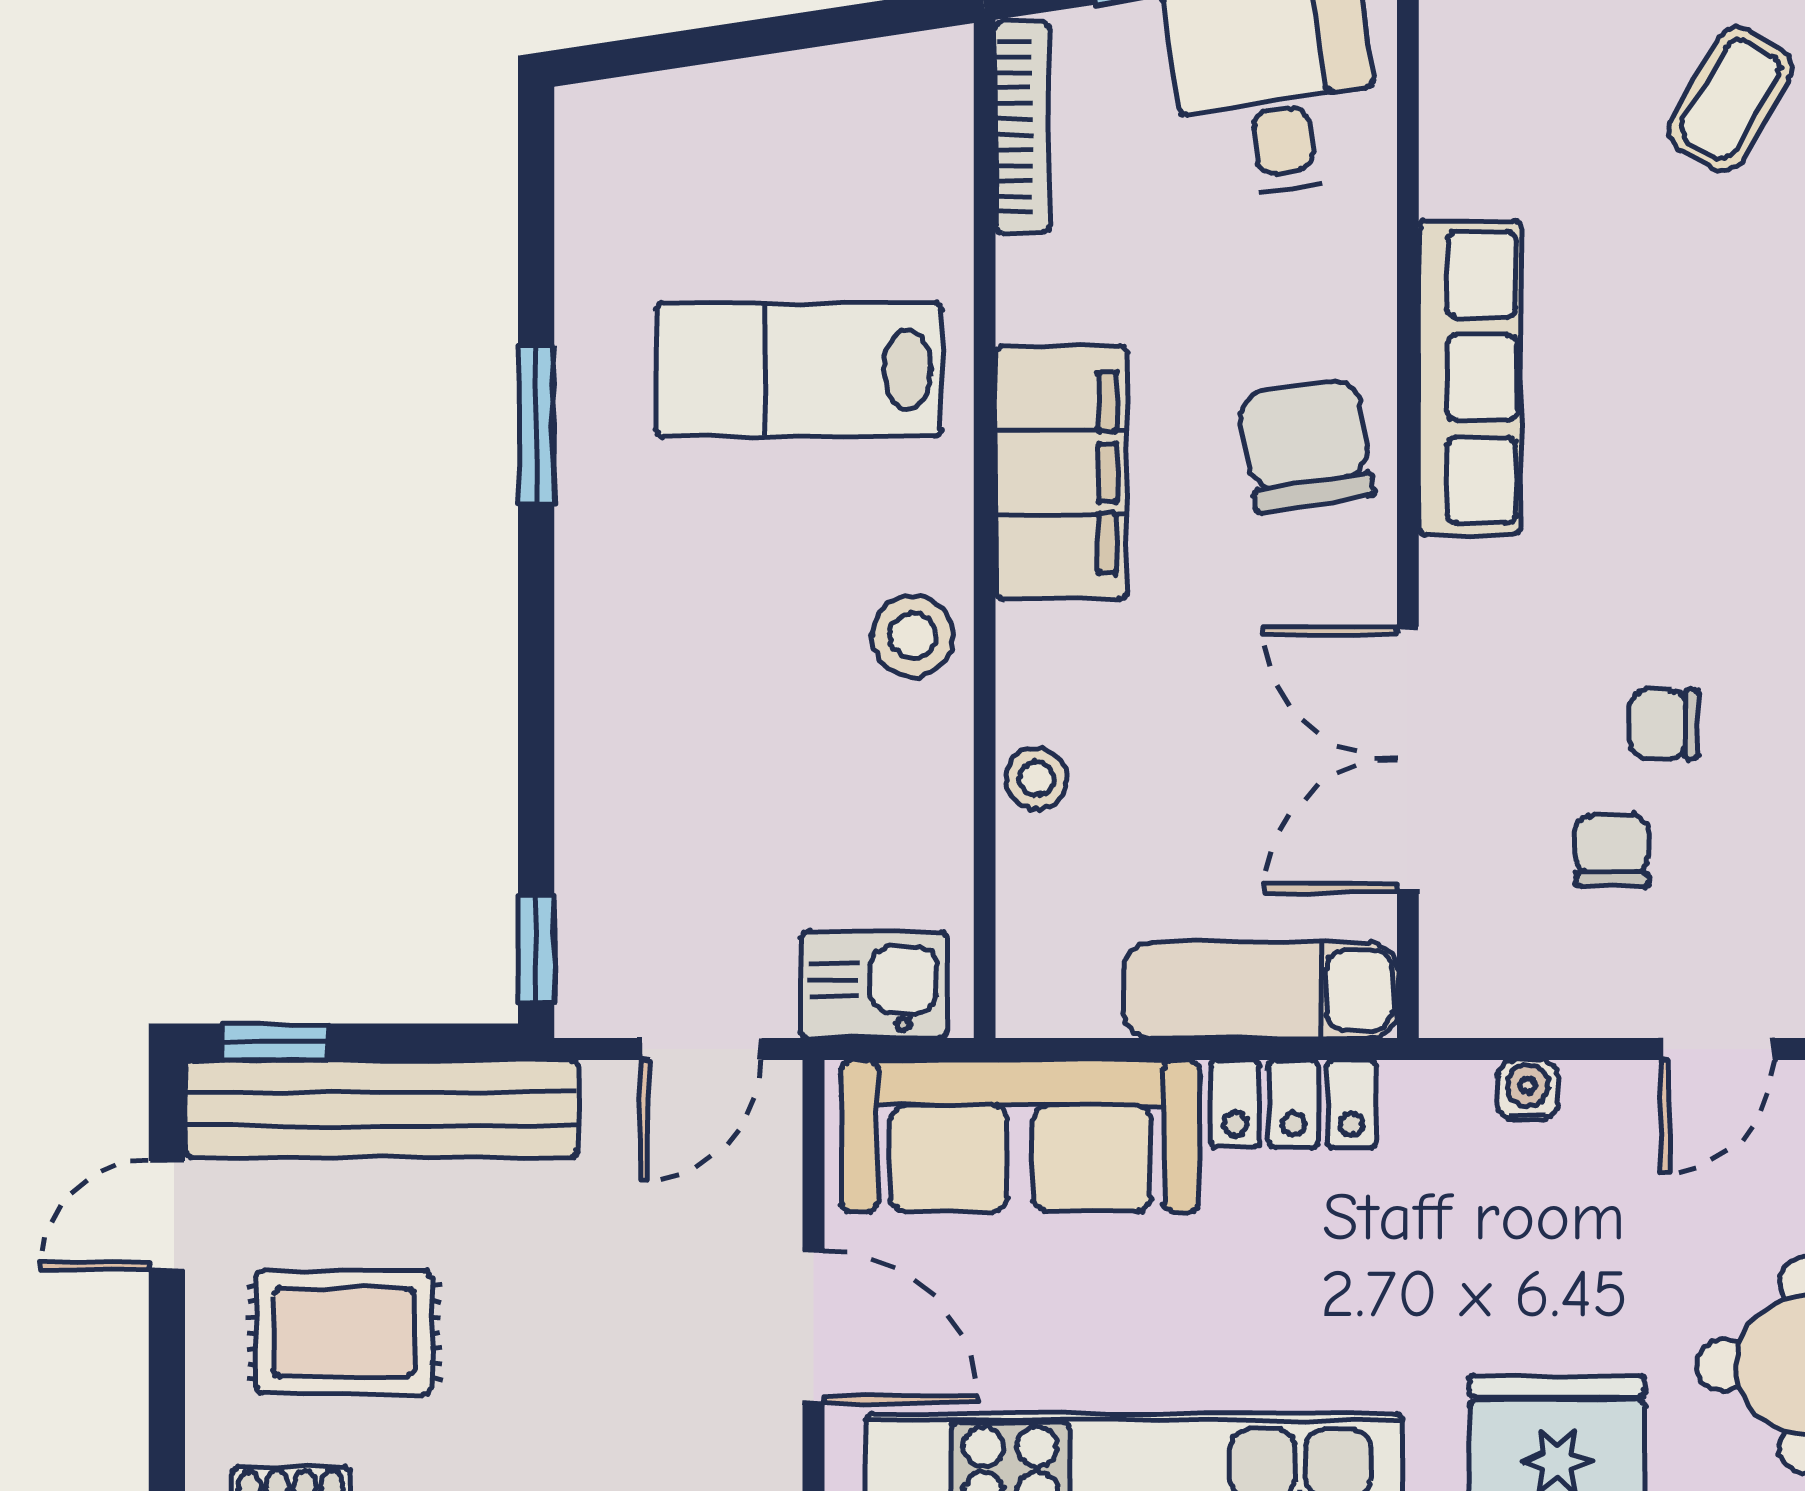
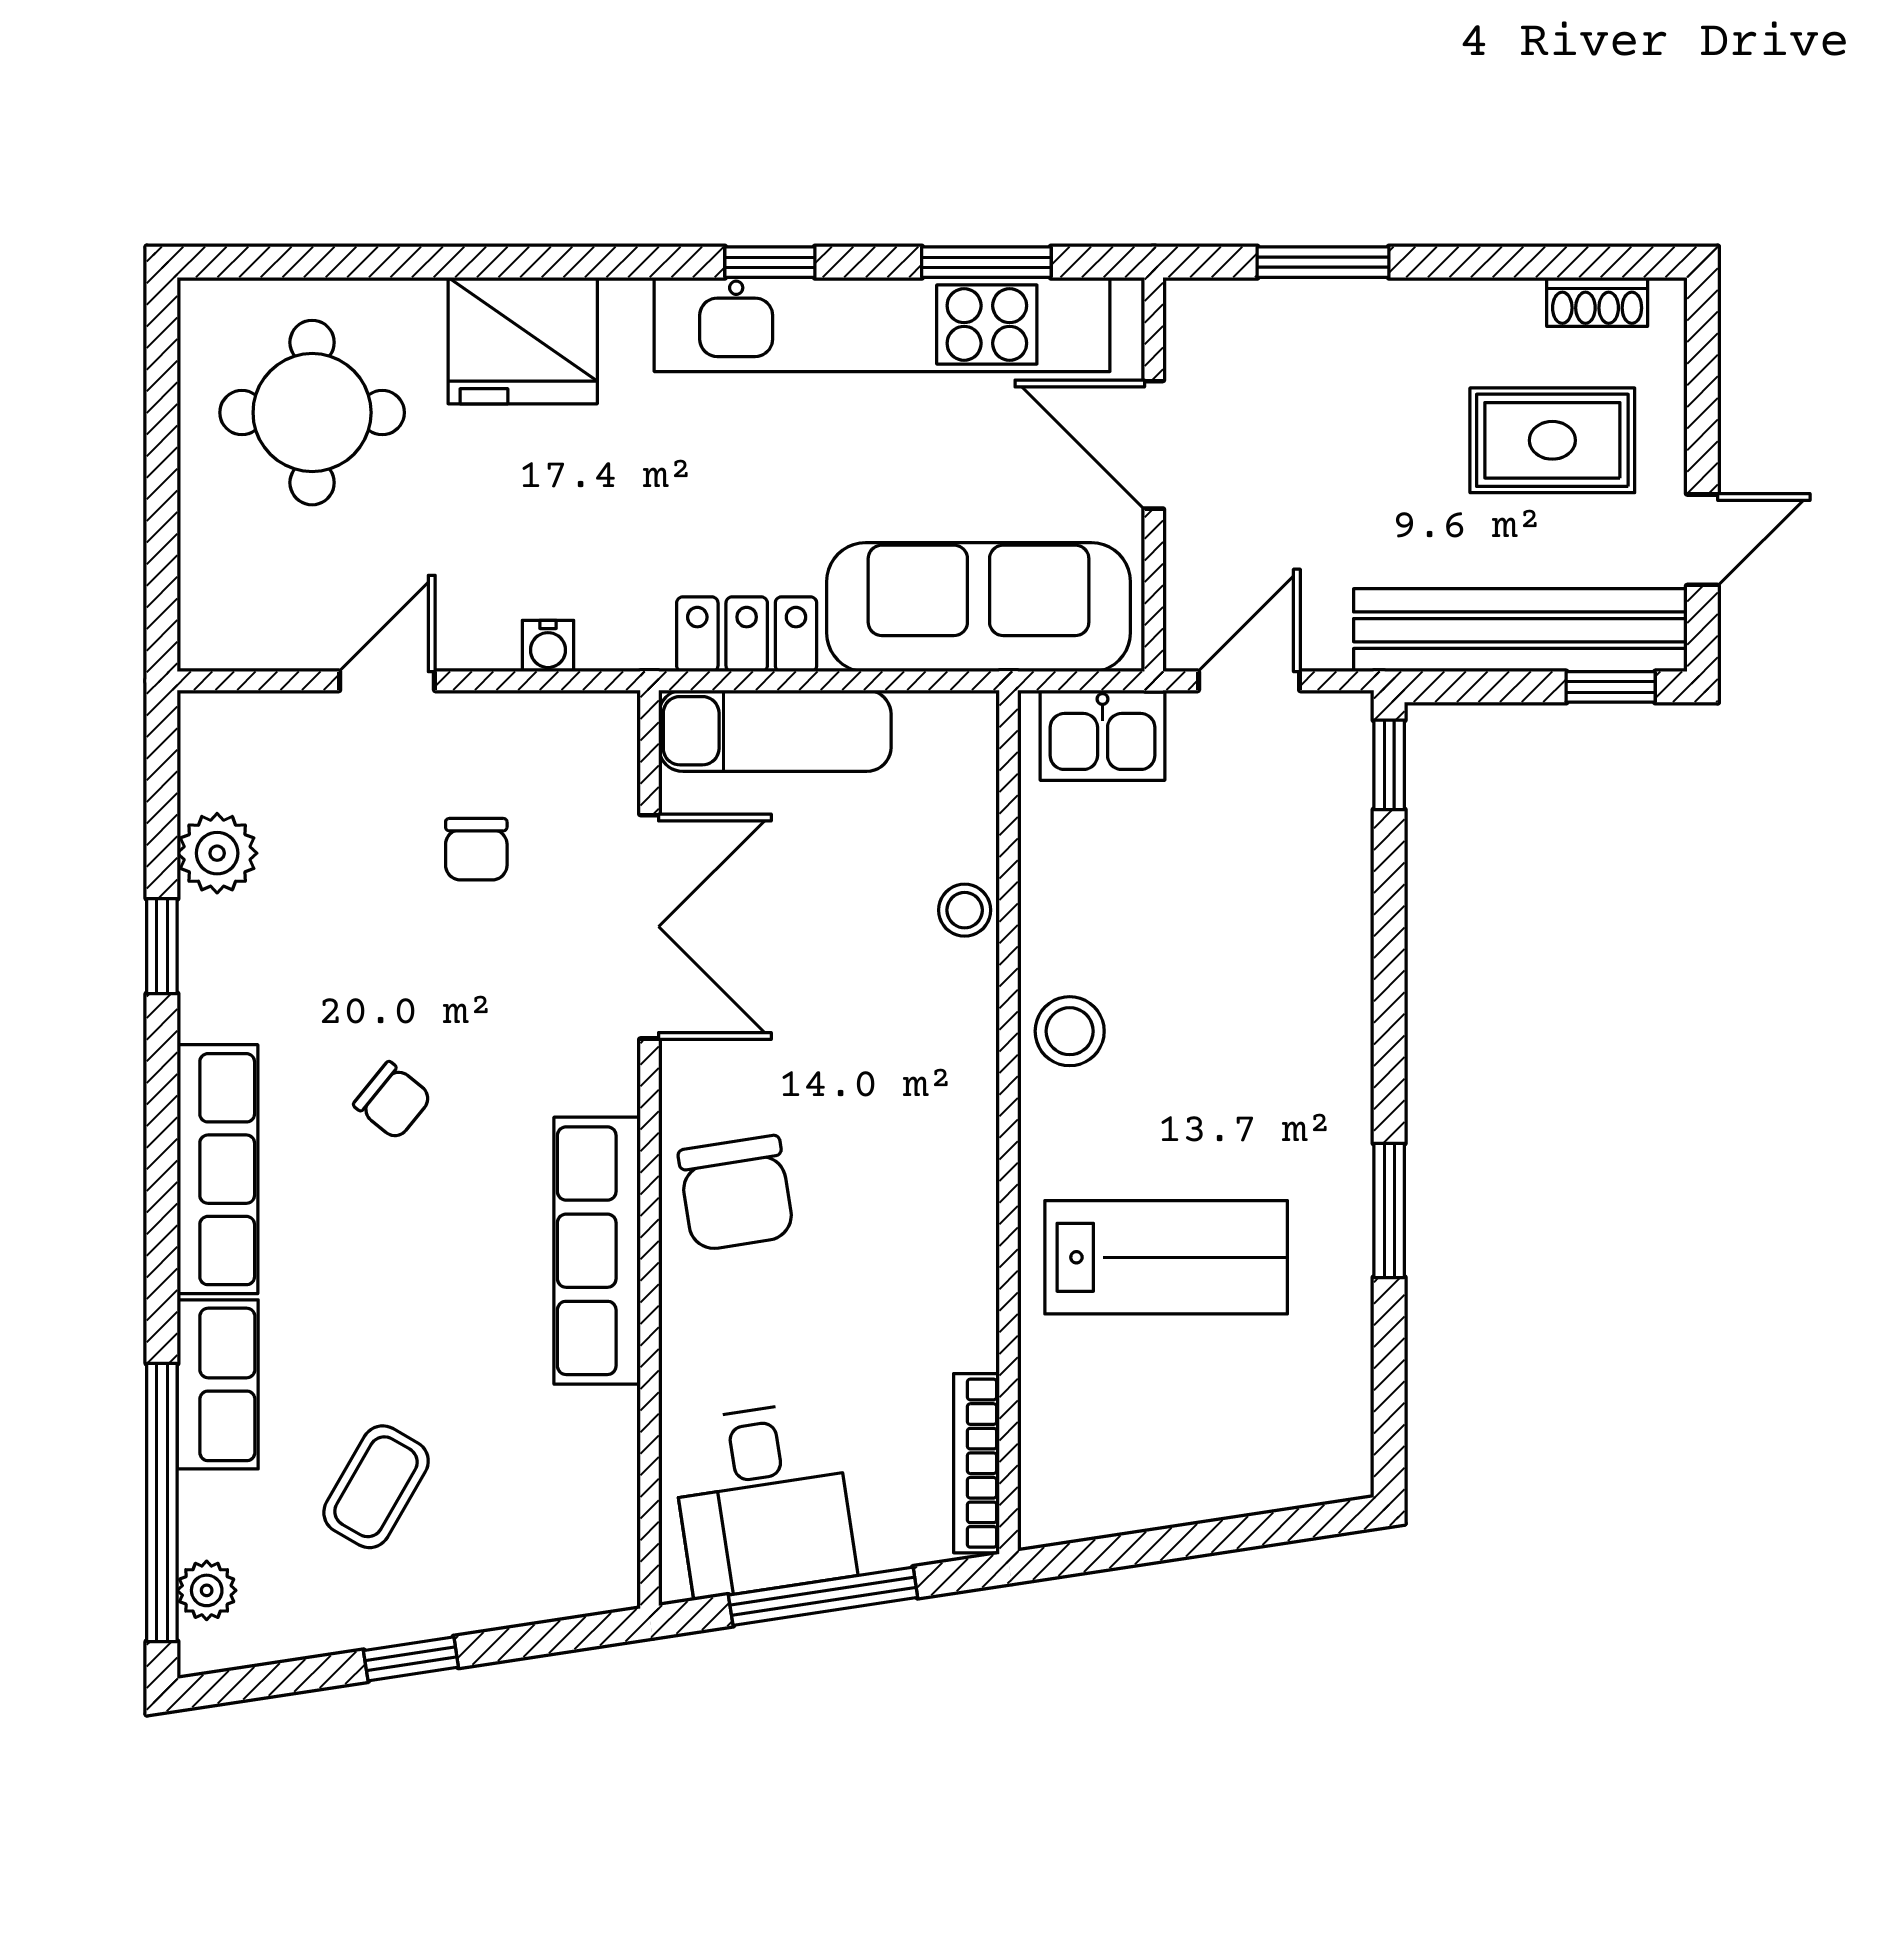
filing cabinet: (1061, 473) -> (944, 1170), removed
chair: (1664, 724) -> (393, 1101), moved, turned 39

